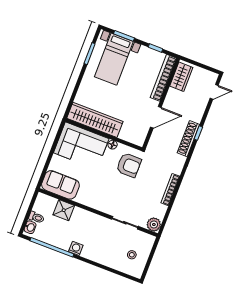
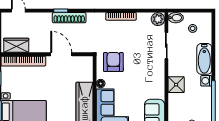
shower: (64, 210) -> (176, 85), moved
bidet: (149, 242) -> (176, 18), added
bathtub: (98, 255) -> (204, 59), added

